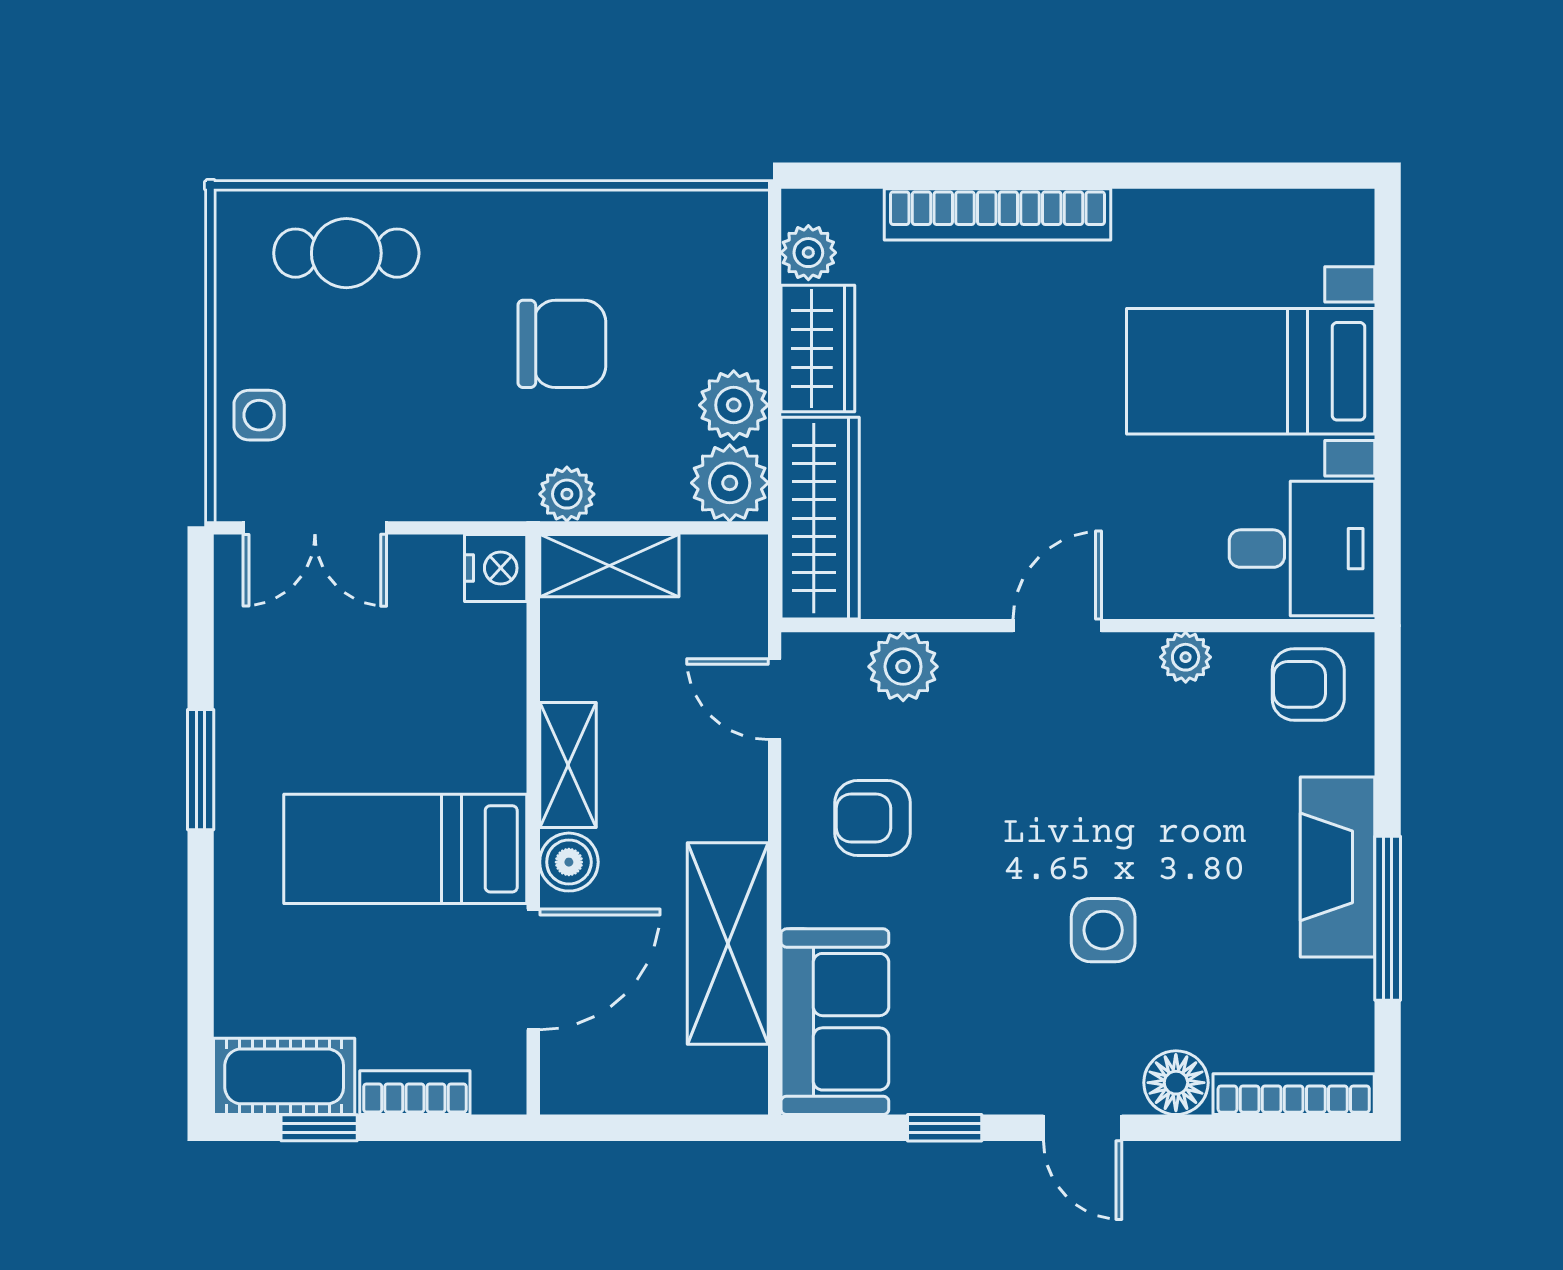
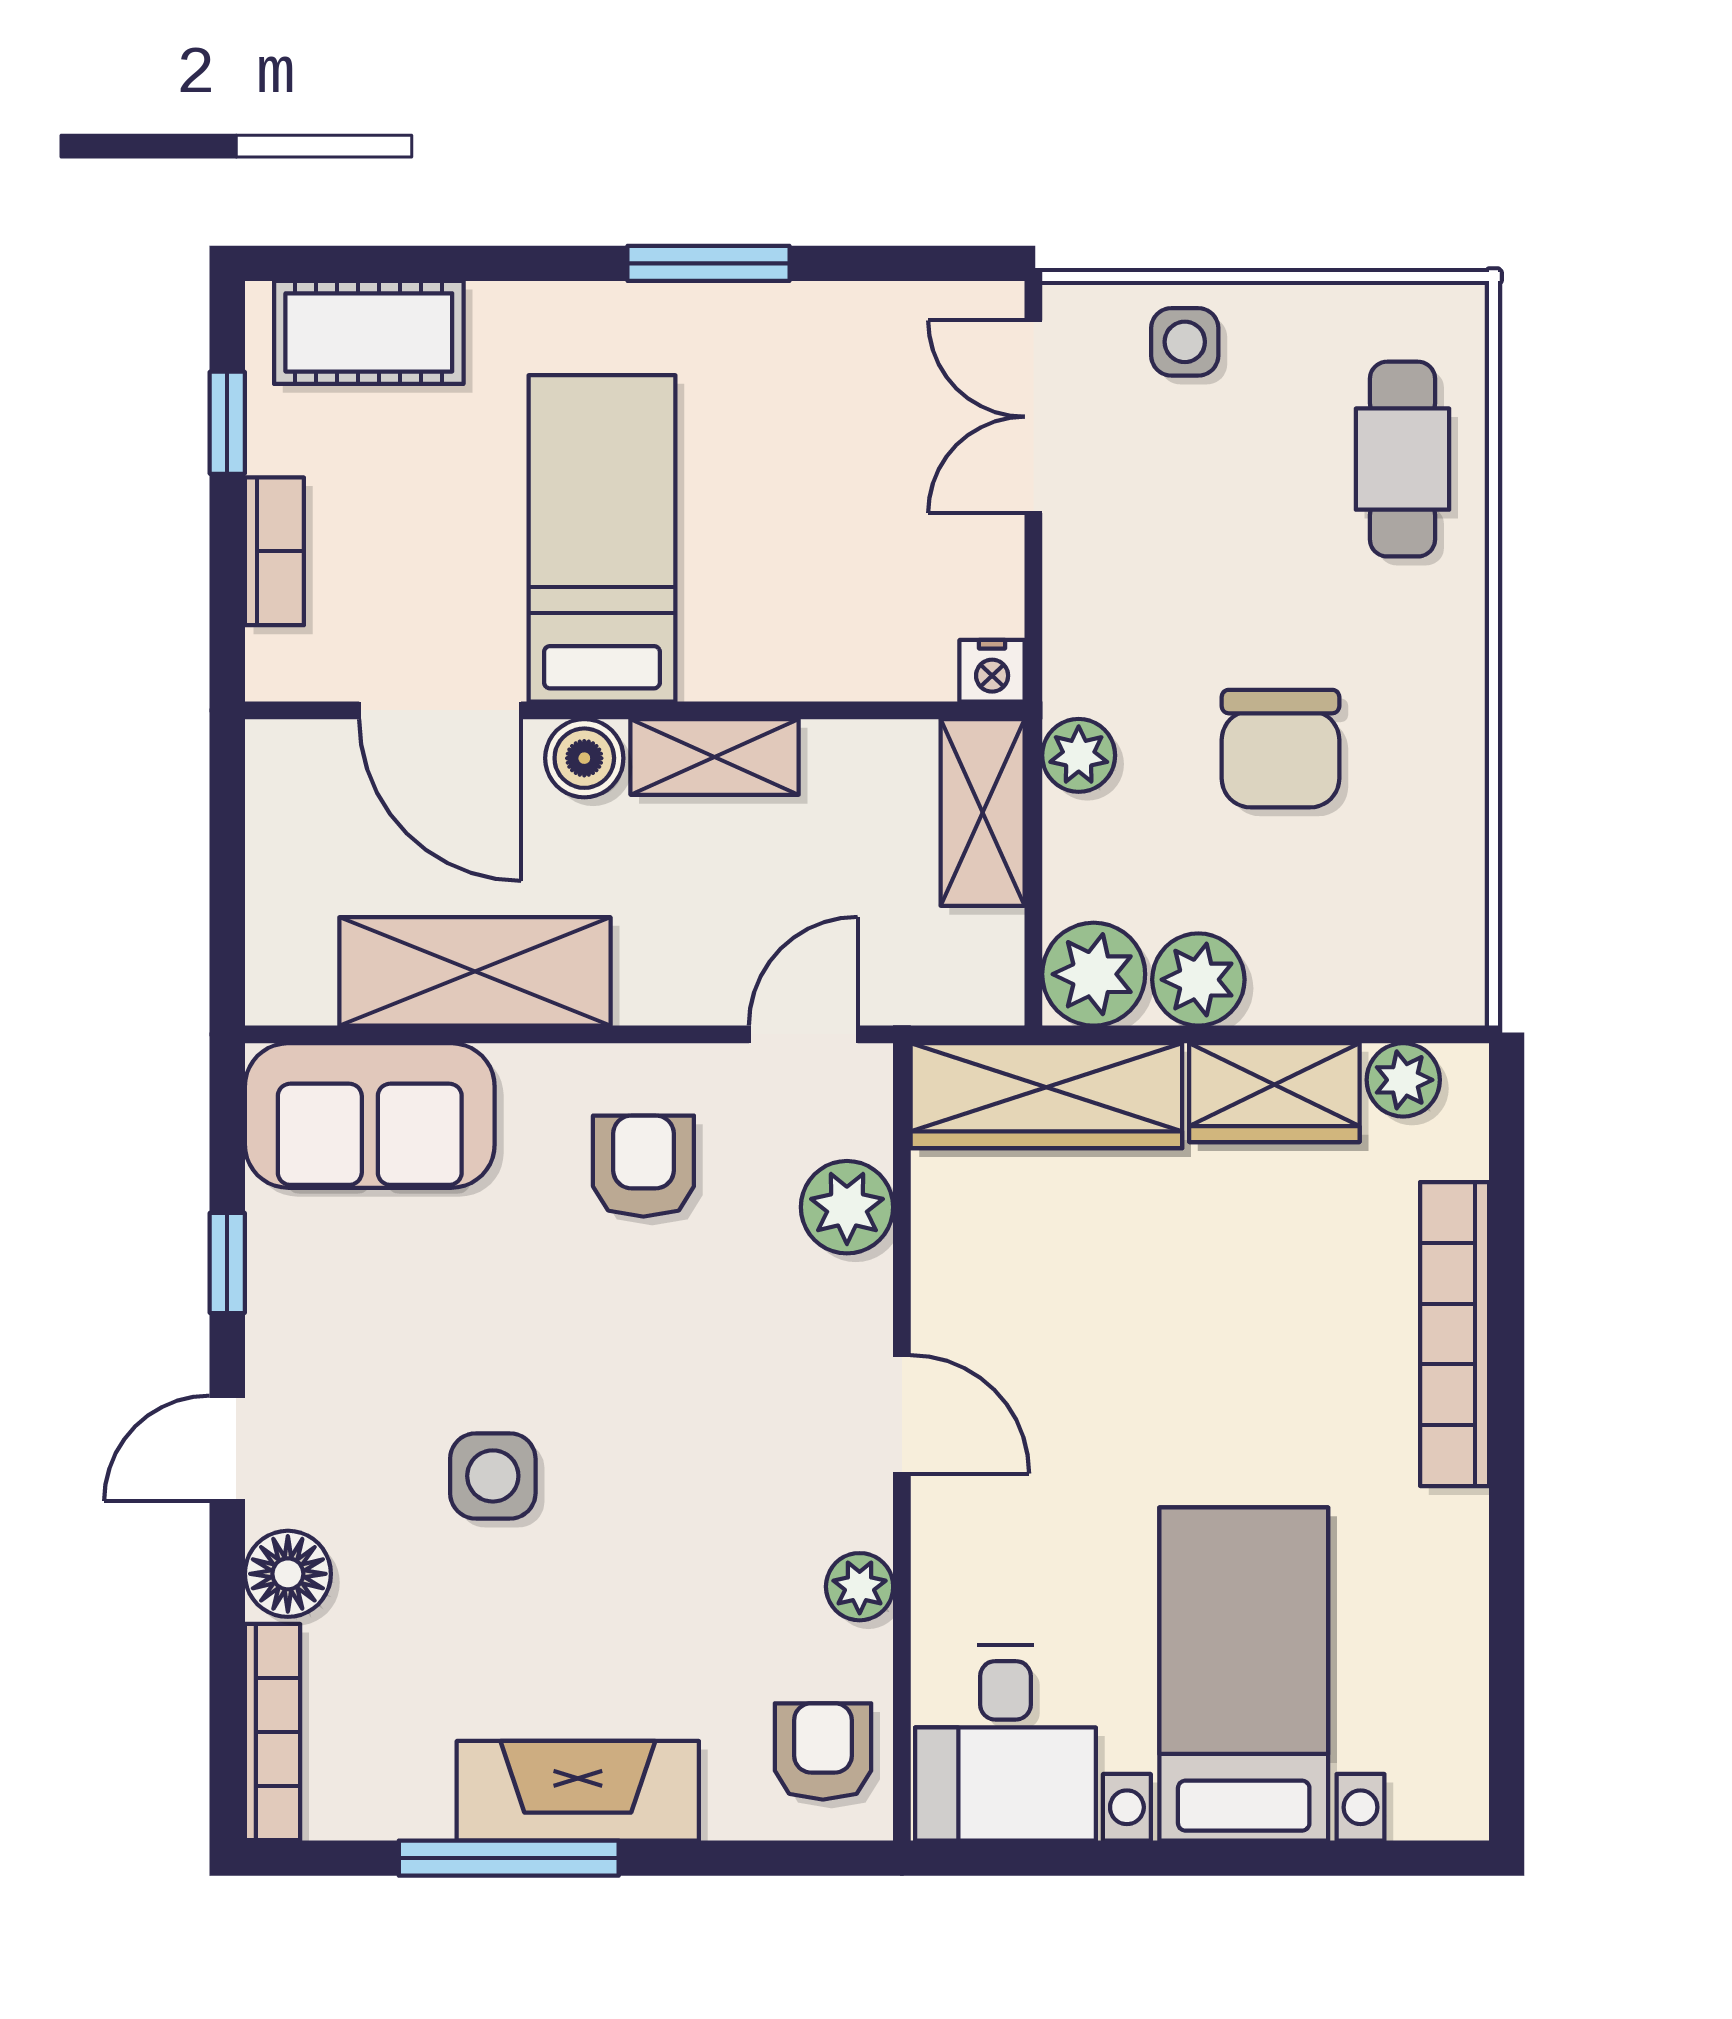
nightstand: (496, 568) -> (992, 671), width x0.72, depth x0.74
cot: (284, 1076) -> (369, 332), moved, turned 90

